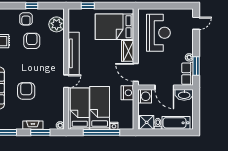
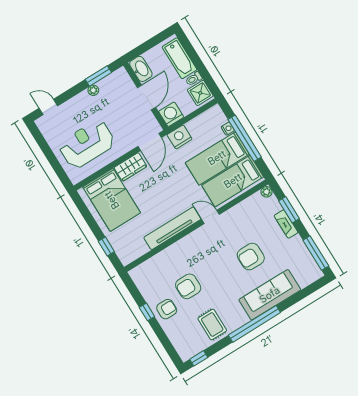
plant: (57, 24) -> (151, 269), removed
row of seats: (187, 74) -> (114, 80), removed

